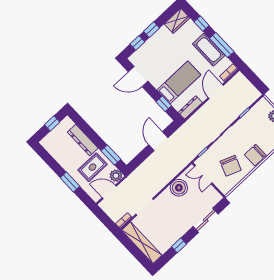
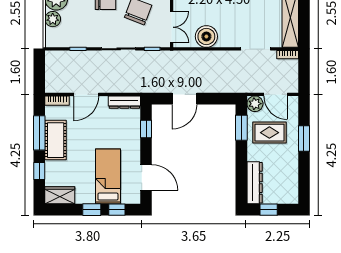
bed: (179, 82) -> (108, 176), moved, turned 90
dresser: (83, 140) -> (255, 183), moved

